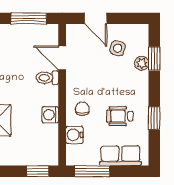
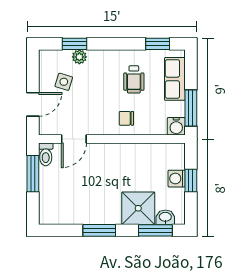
toilet: (47, 78) -> (46, 154), moved
washing machine: (50, 115) -> (177, 179), moved, turned 90
window: (154, 118) -> (158, 44), moved
water cooler: (74, 135) -> (176, 126), moved
window: (38, 171) -> (191, 181), moved

